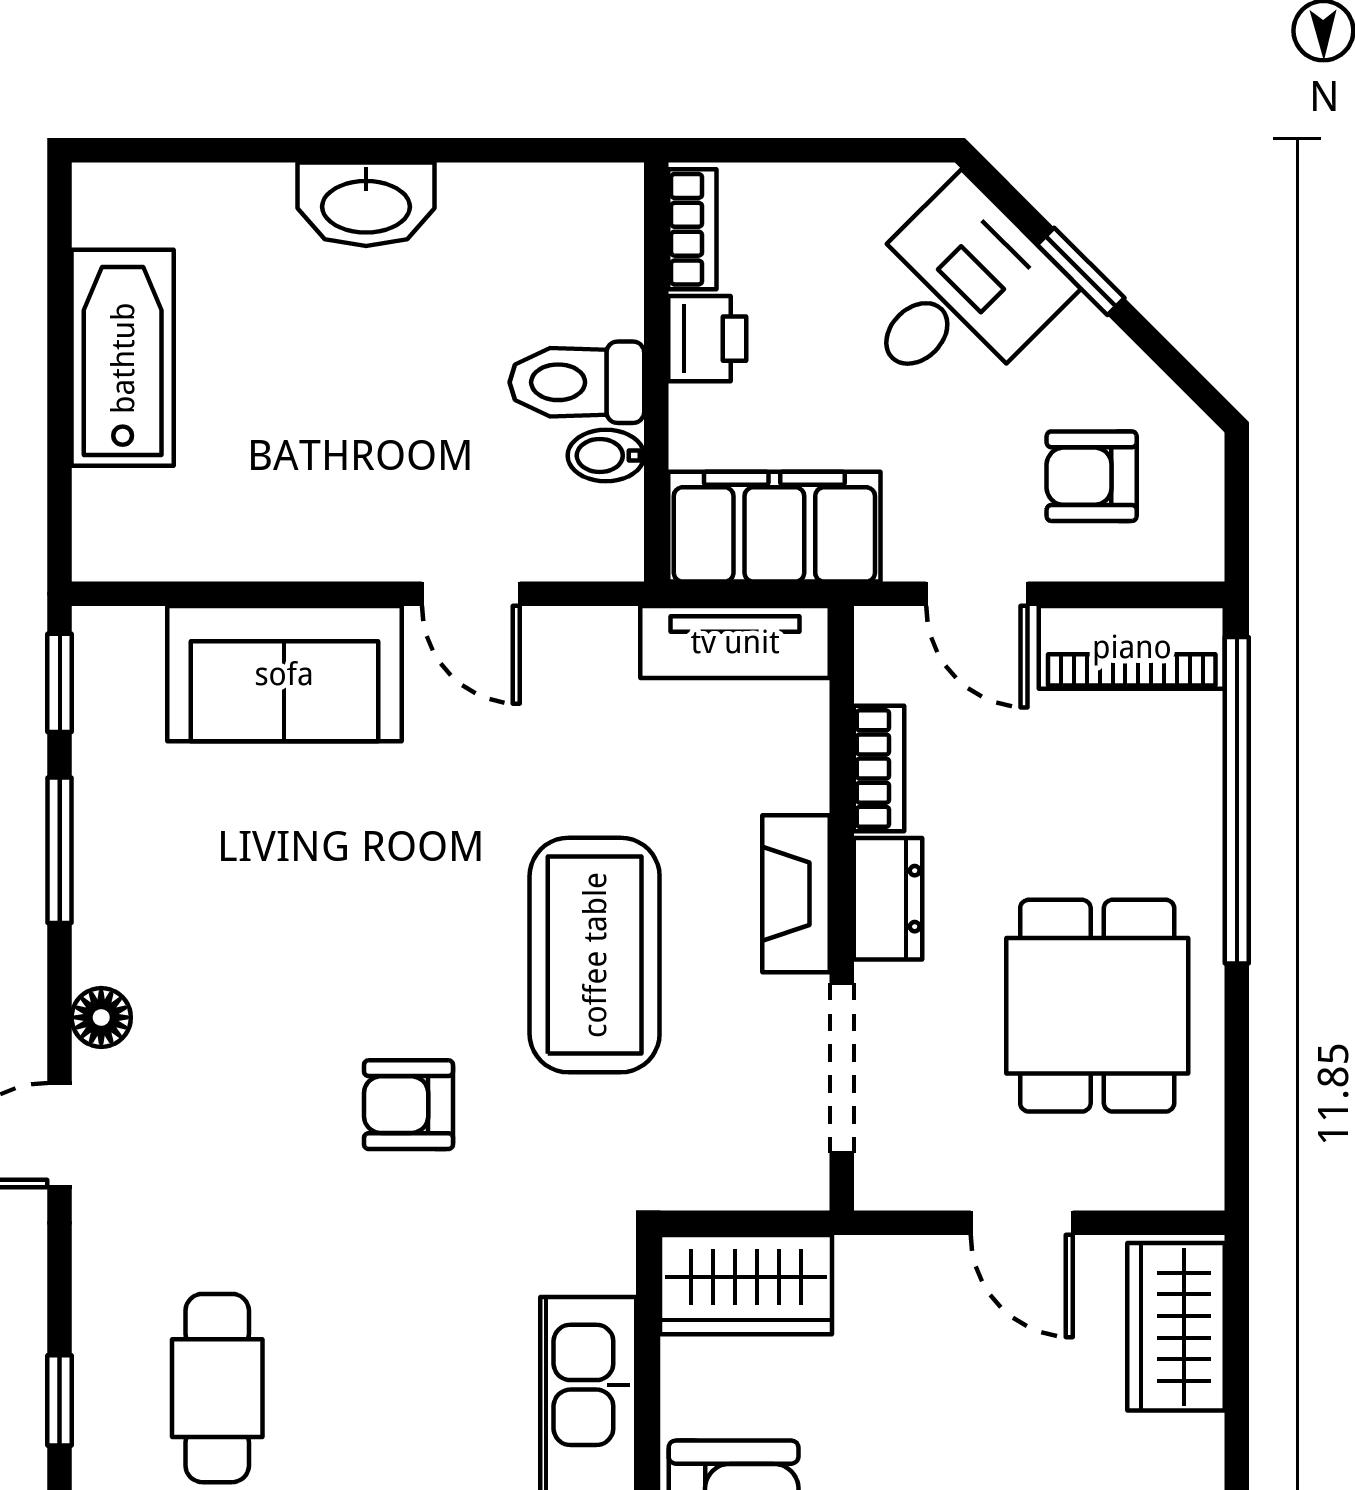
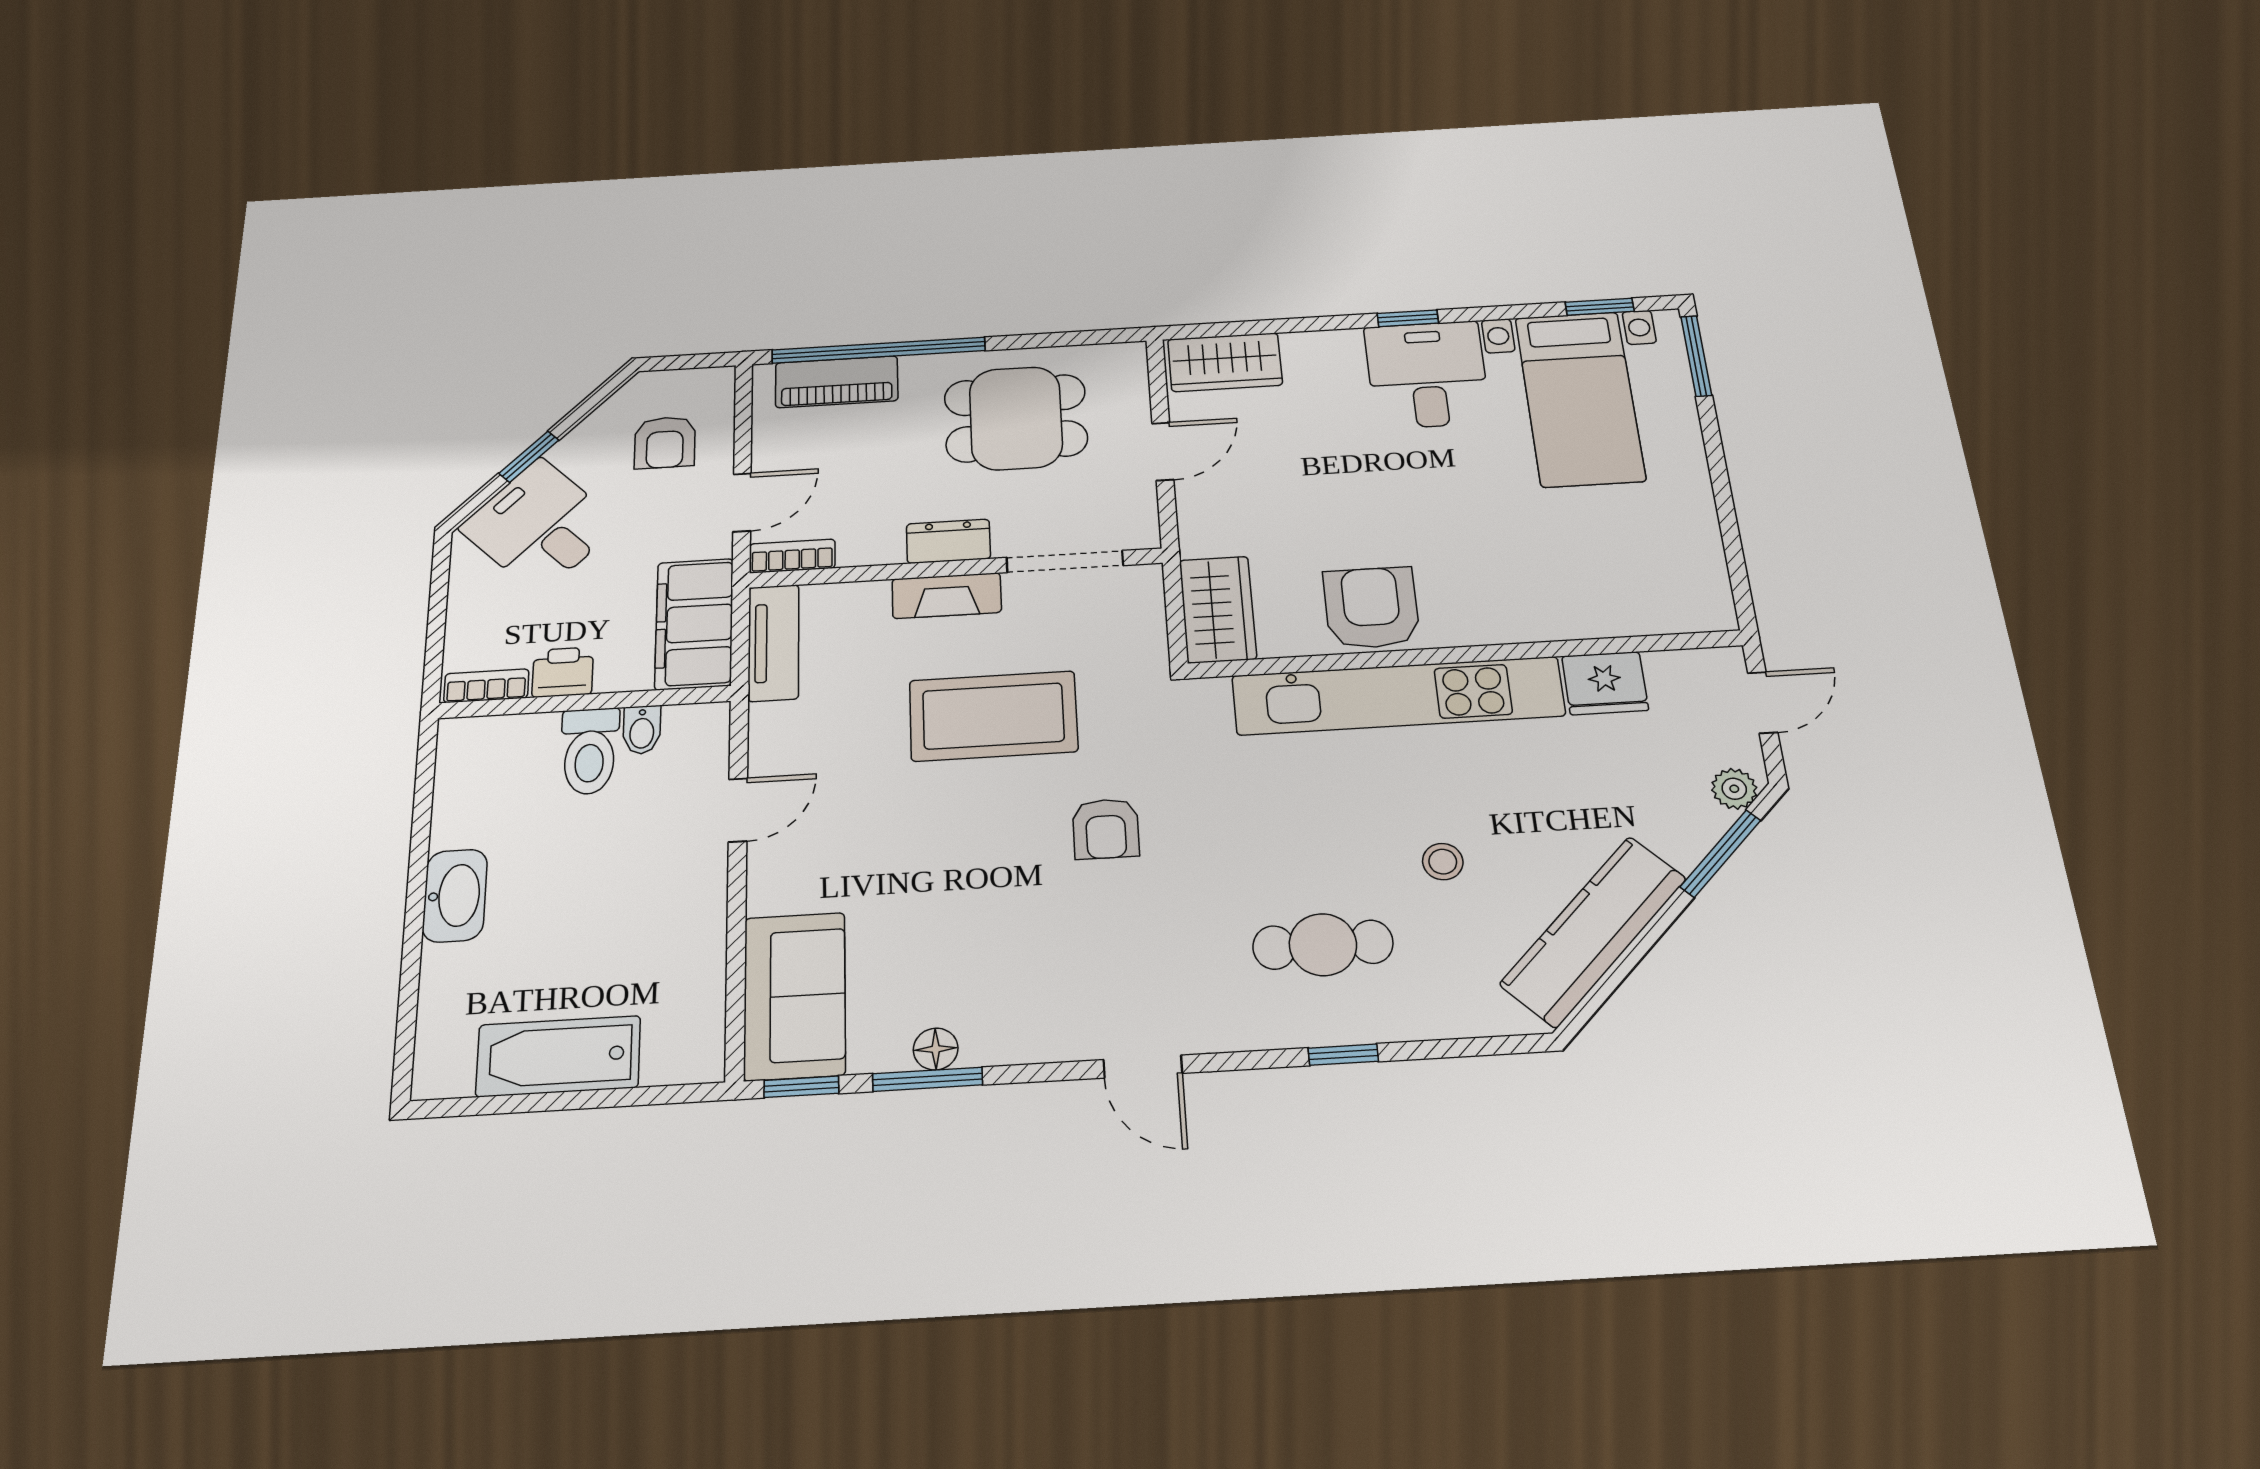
piano: (1132, 647) -> (837, 382), moved, turned 90
sofa: (284, 674) -> (795, 996), moved
bookcase: (879, 769) -> (792, 556), moved
floor lamp: (101, 1017) -> (936, 1049), moved

